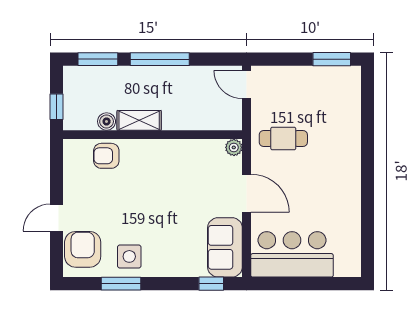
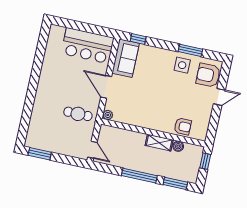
armchair: (83, 249) -> (208, 75), turned 90

